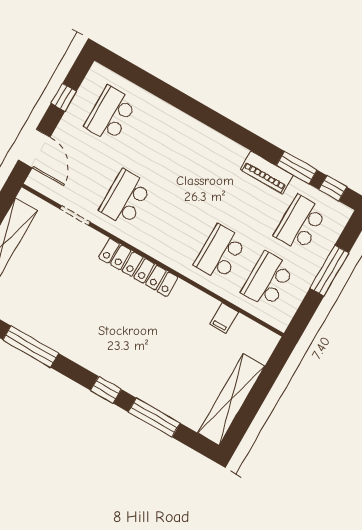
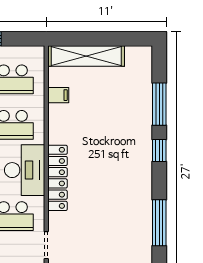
desk: (166, 238) -> (25, 170), added
shelving: (231, 399) -> (86, 56), moved

